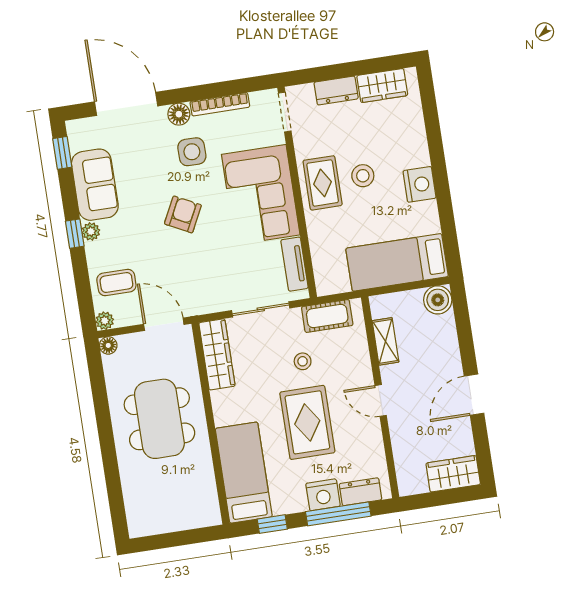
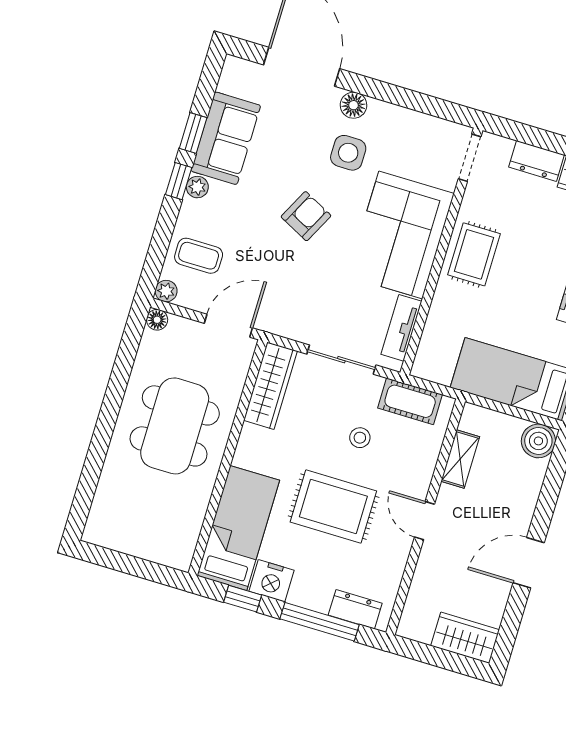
bookcase: (220, 104) -> (403, 116), removed
window: (62, 153) -> (193, 133), moved
stool: (363, 176) -> (521, 267), removed
door: (164, 324) -> (228, 326), hinge flipped
rug: (307, 422) -> (333, 506), turned 90
nightstand: (323, 495) -> (271, 581), moved

